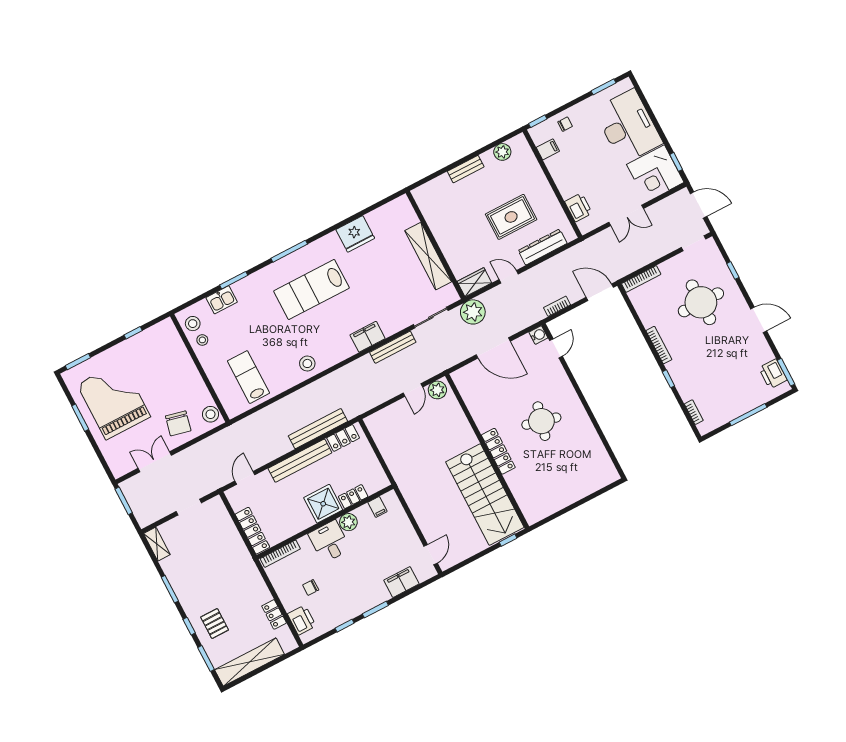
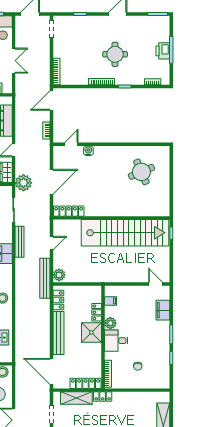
round table: (701, 302) -> (115, 54), moved, width x0.73, depth x0.73
water cooler: (538, 335) -> (88, 151), moved
door: (556, 348) -> (71, 144), hinge flipped
printer: (773, 374) -> (163, 51), moved, turned 90
door: (413, 390) -> (51, 243), hinge flipped
plant: (437, 390) -> (59, 275), moved
round table: (541, 421) -> (141, 172), moved, turned -37
bench: (318, 429) -> (45, 278), moved
locker: (498, 451) -> (69, 211), moved
door: (245, 478) -> (51, 371), width x1.88
stairs: (485, 495) -> (125, 233), width x1.36
shelving: (227, 529) -> (76, 398), added
locker: (274, 614) -> (103, 397), moved
printer: (302, 620) -> (154, 382), removed

